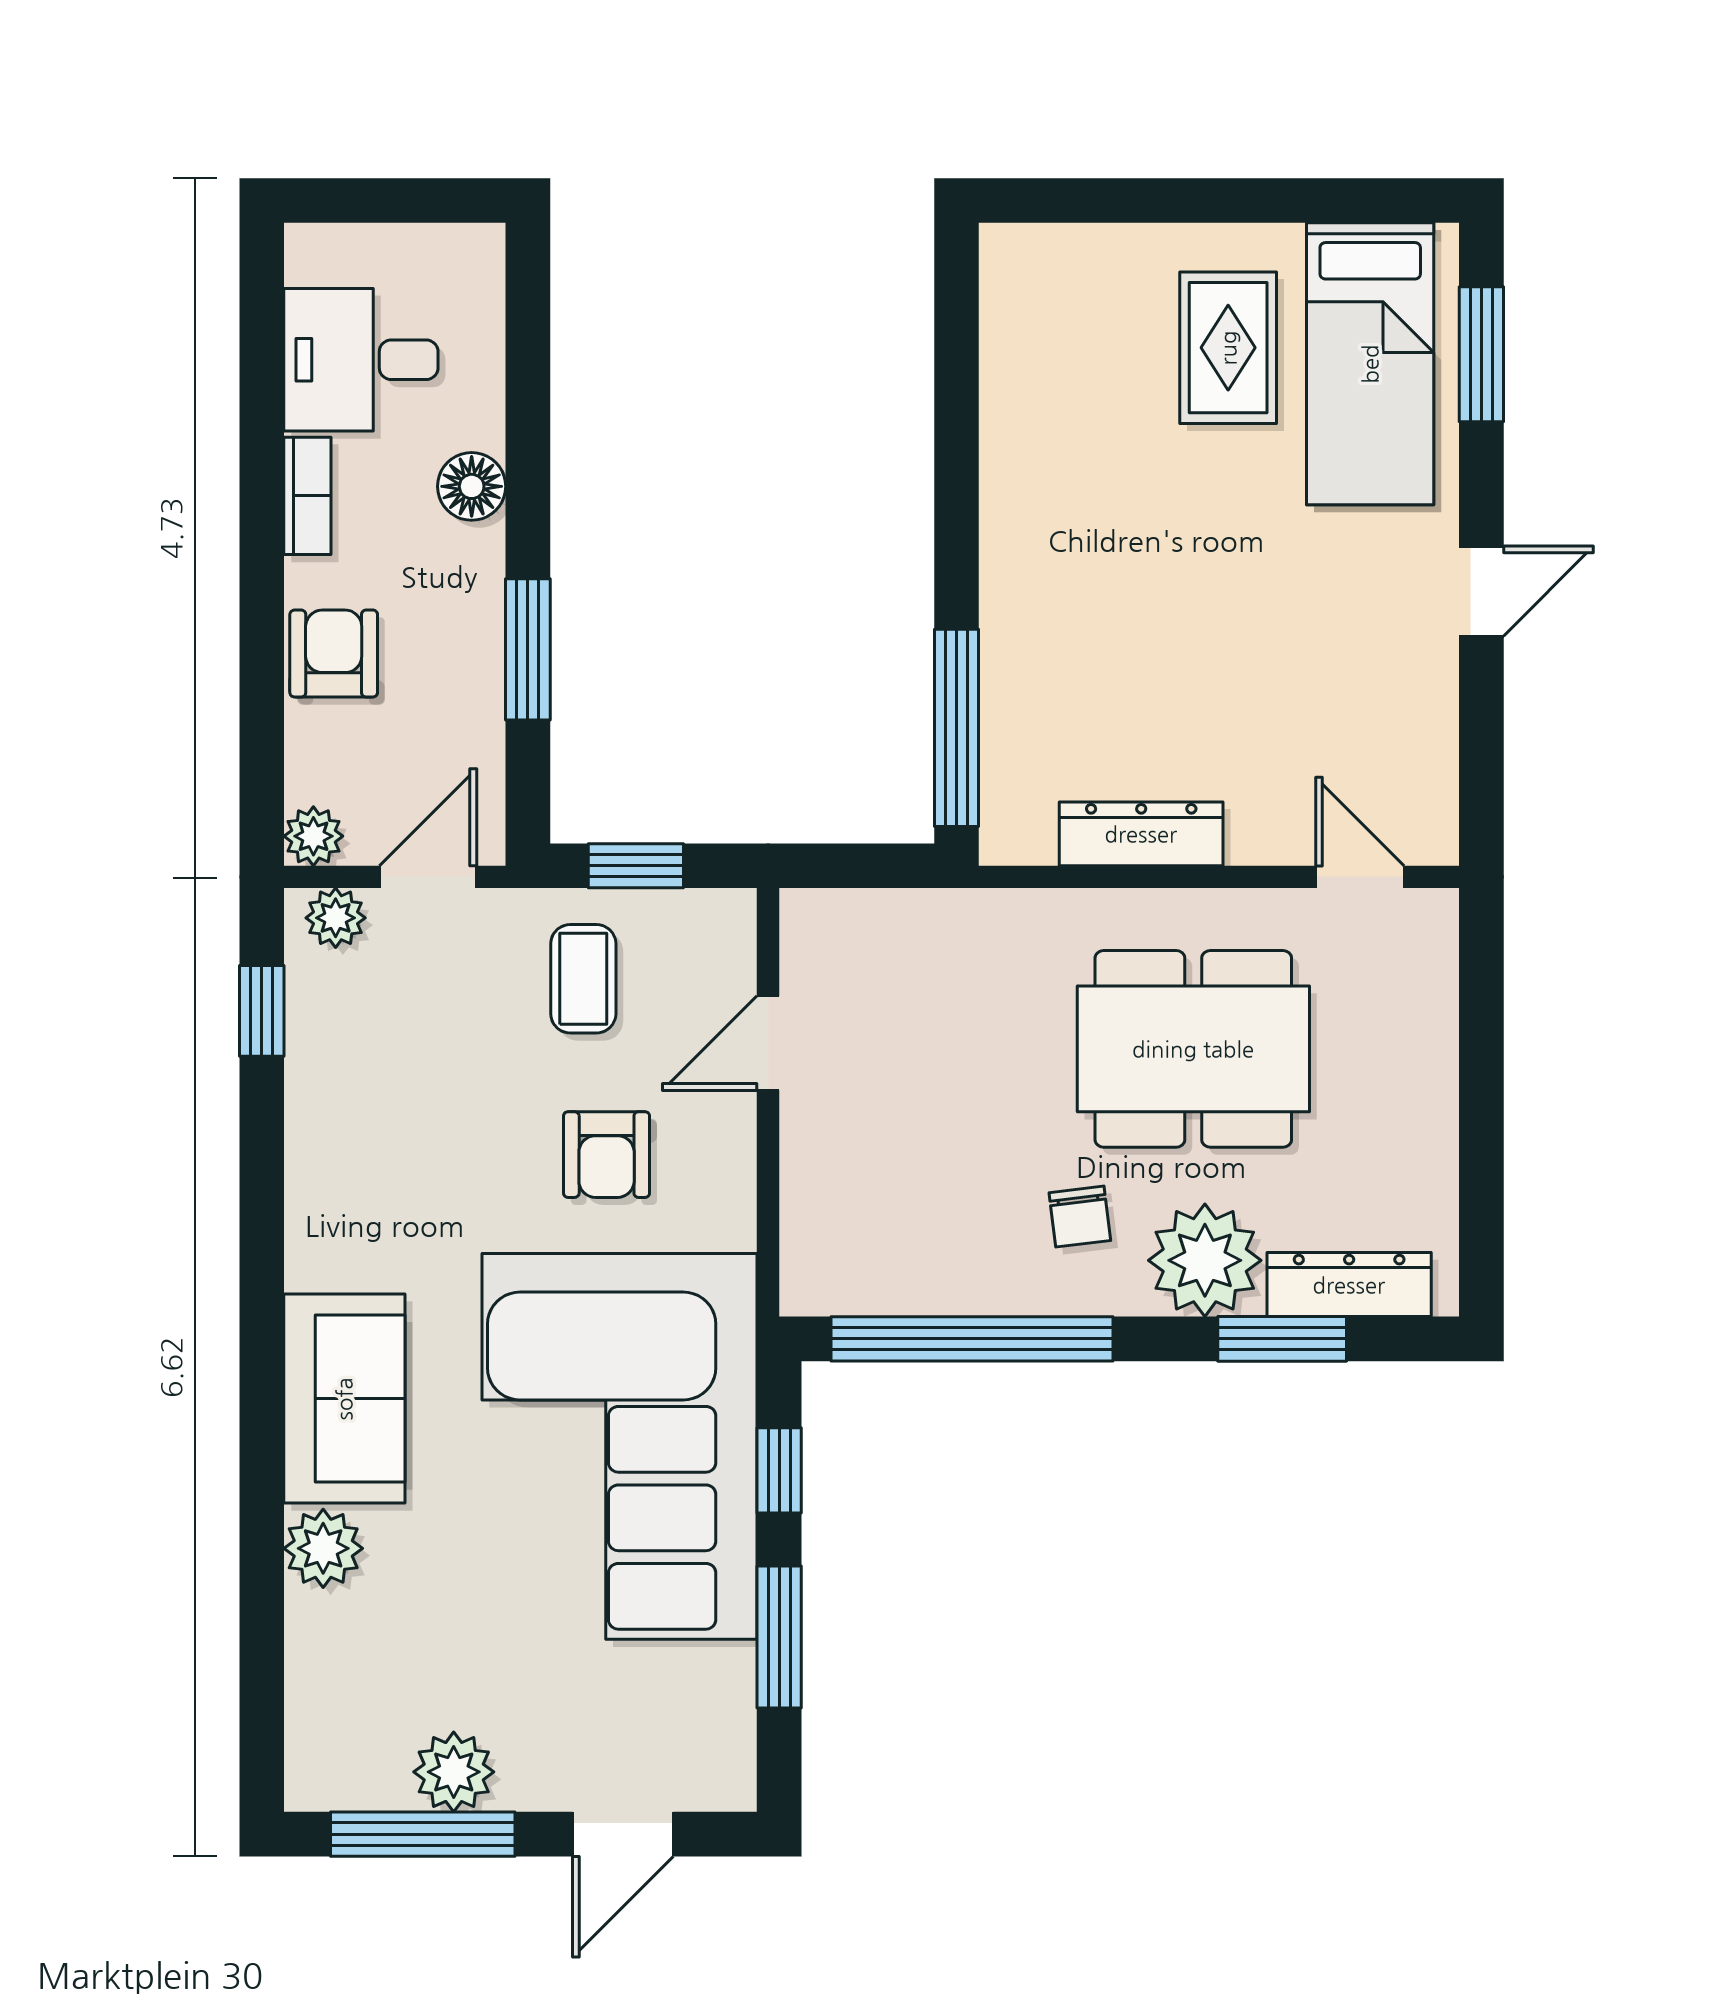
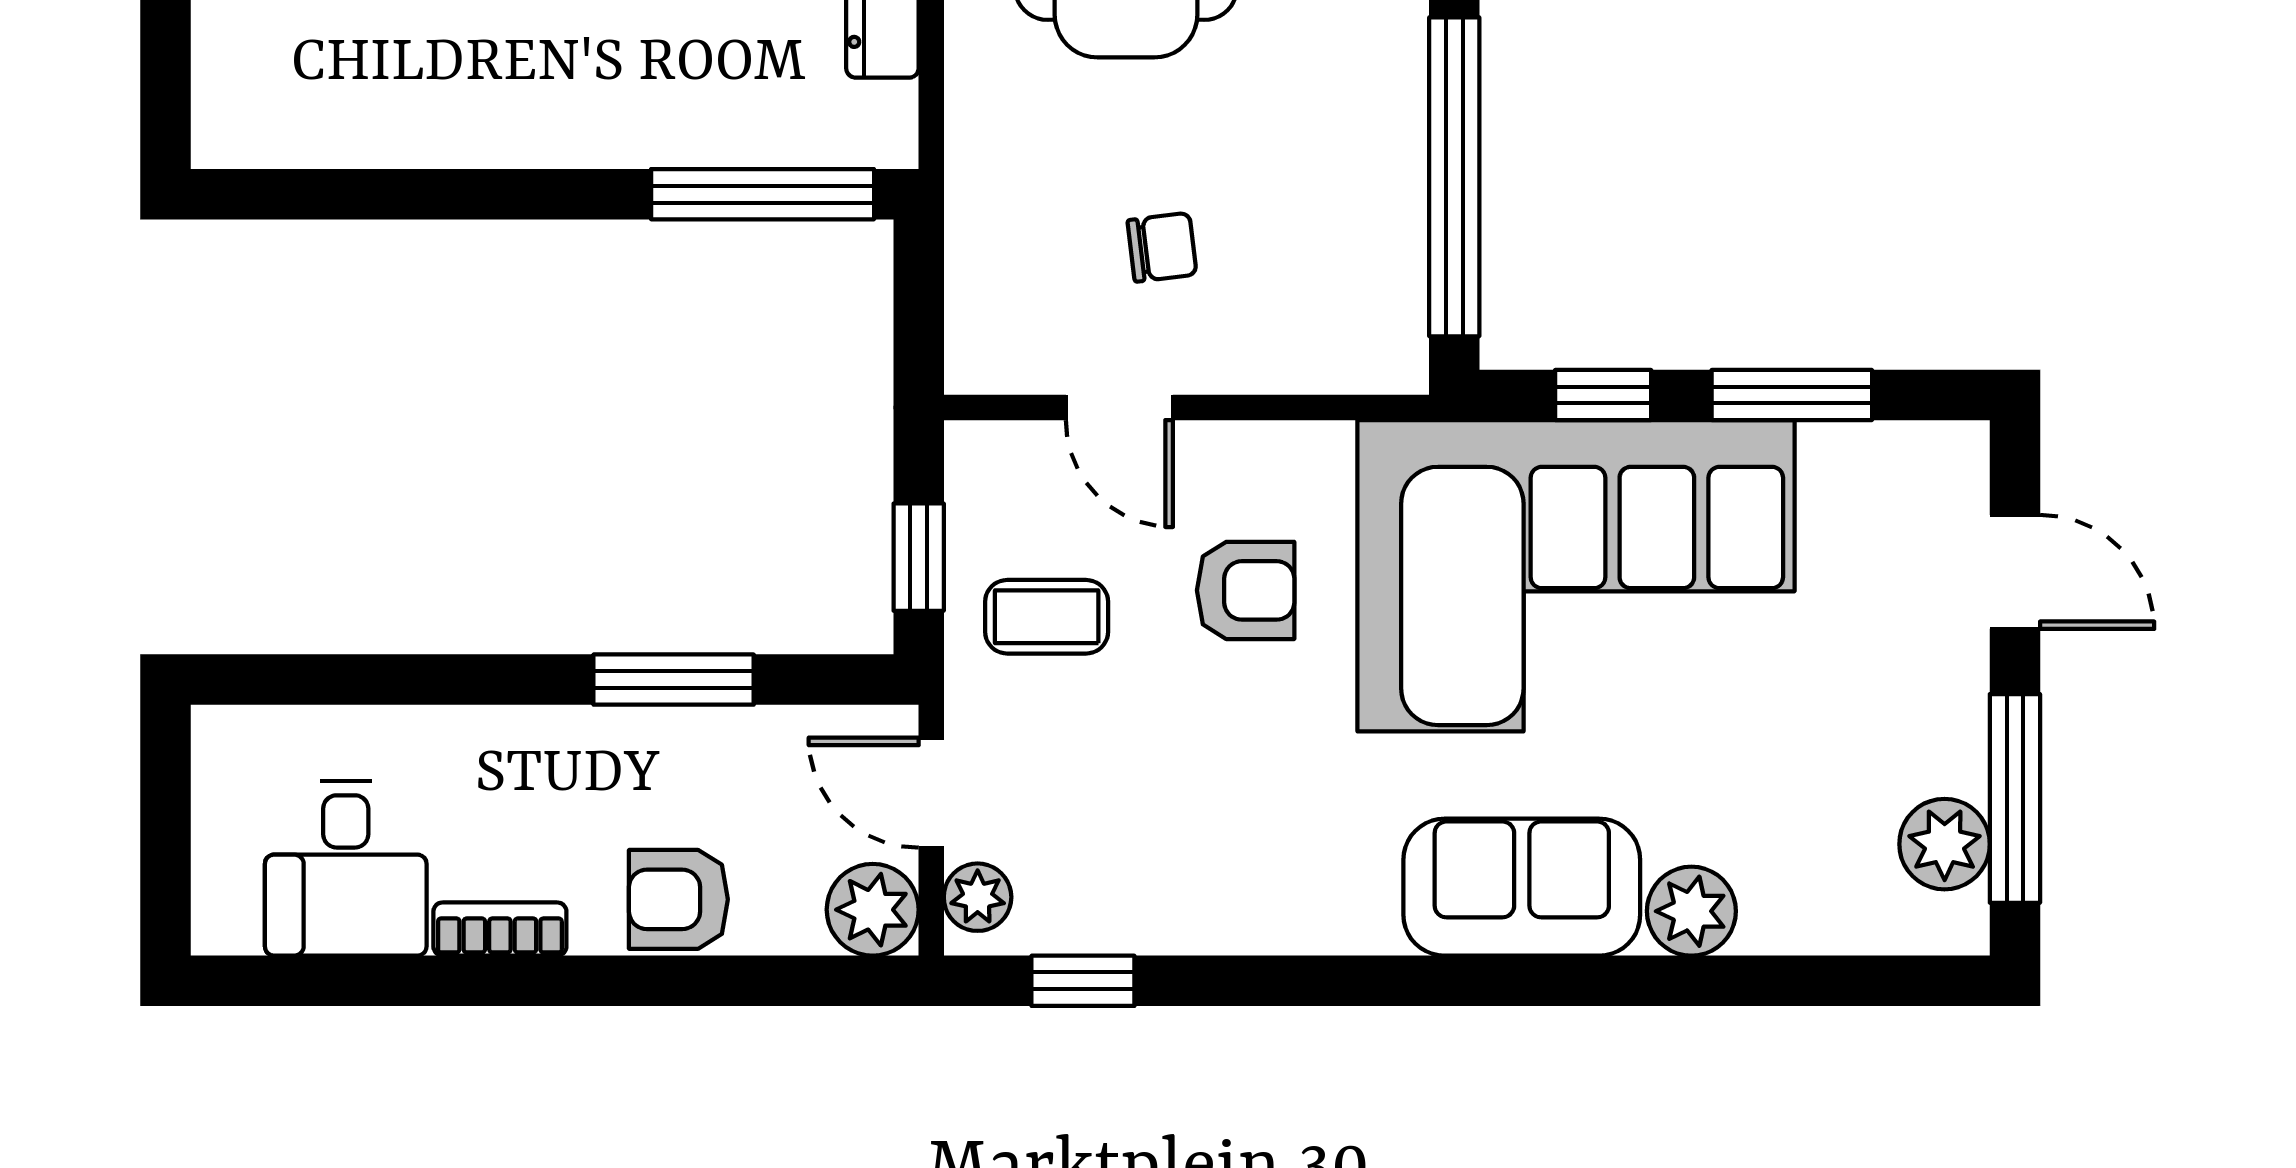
floor lamp: (472, 486) -> (489, 743), removed
plant: (313, 836) -> (873, 910), width x1.38, depth x1.38
chair: (1080, 1217) -> (1162, 247), moved
plant: (454, 1772) -> (1945, 844), moved

